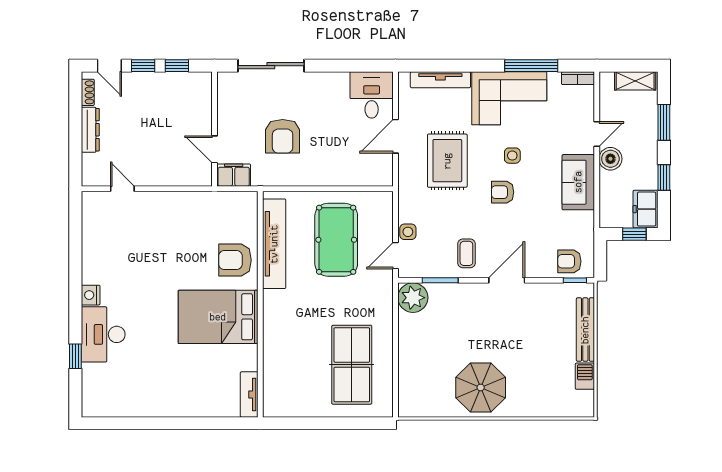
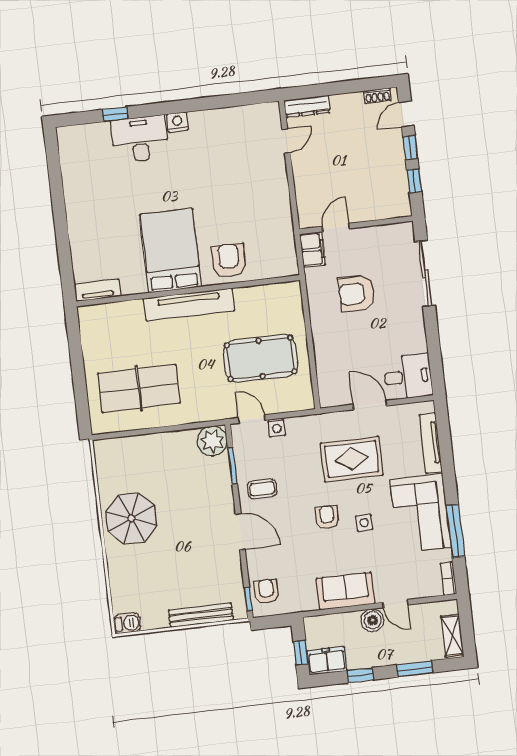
dresser: (90, 130) -> (307, 106), moved
tv unit: (274, 244) -> (189, 305), moved
barbecue: (585, 376) -> (127, 623), moved

